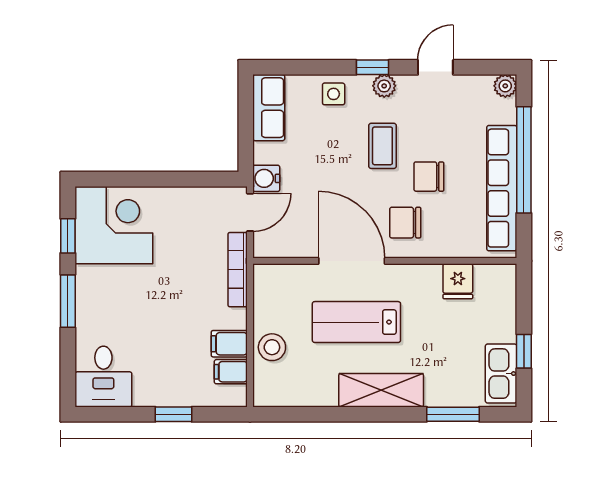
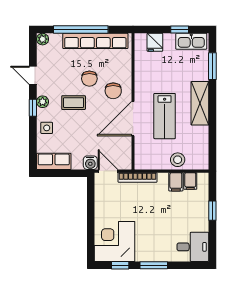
fridge: (458, 281) -> (155, 42), moved, turned 90

